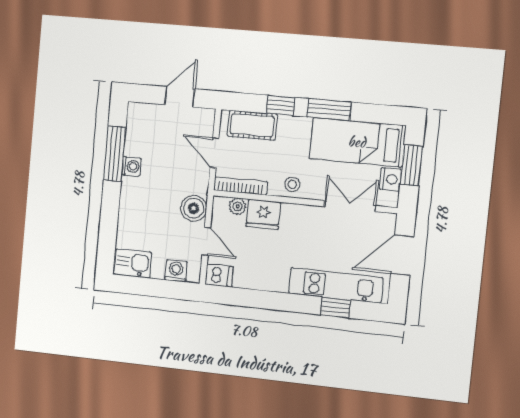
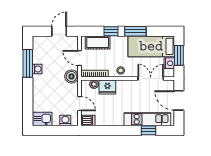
boiler: (194, 208) -> (72, 76), moved
door: (402, 255) -> (179, 100), hinge flipped

